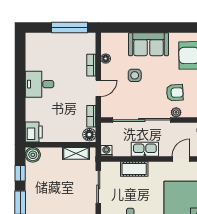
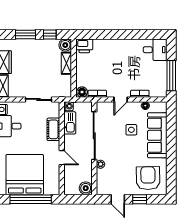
sofa: (149, 44) -> (157, 135), width x1.36
desk: (39, 84) -> (155, 50), moved, turned 90
door: (98, 88) -> (121, 99), hinge flipped
armchair: (175, 93) -> (117, 163), removed
kitchen sink: (145, 149) -> (70, 123), moved
shelving: (76, 153) -> (66, 63), moved
door: (181, 159) -> (62, 158), moved

